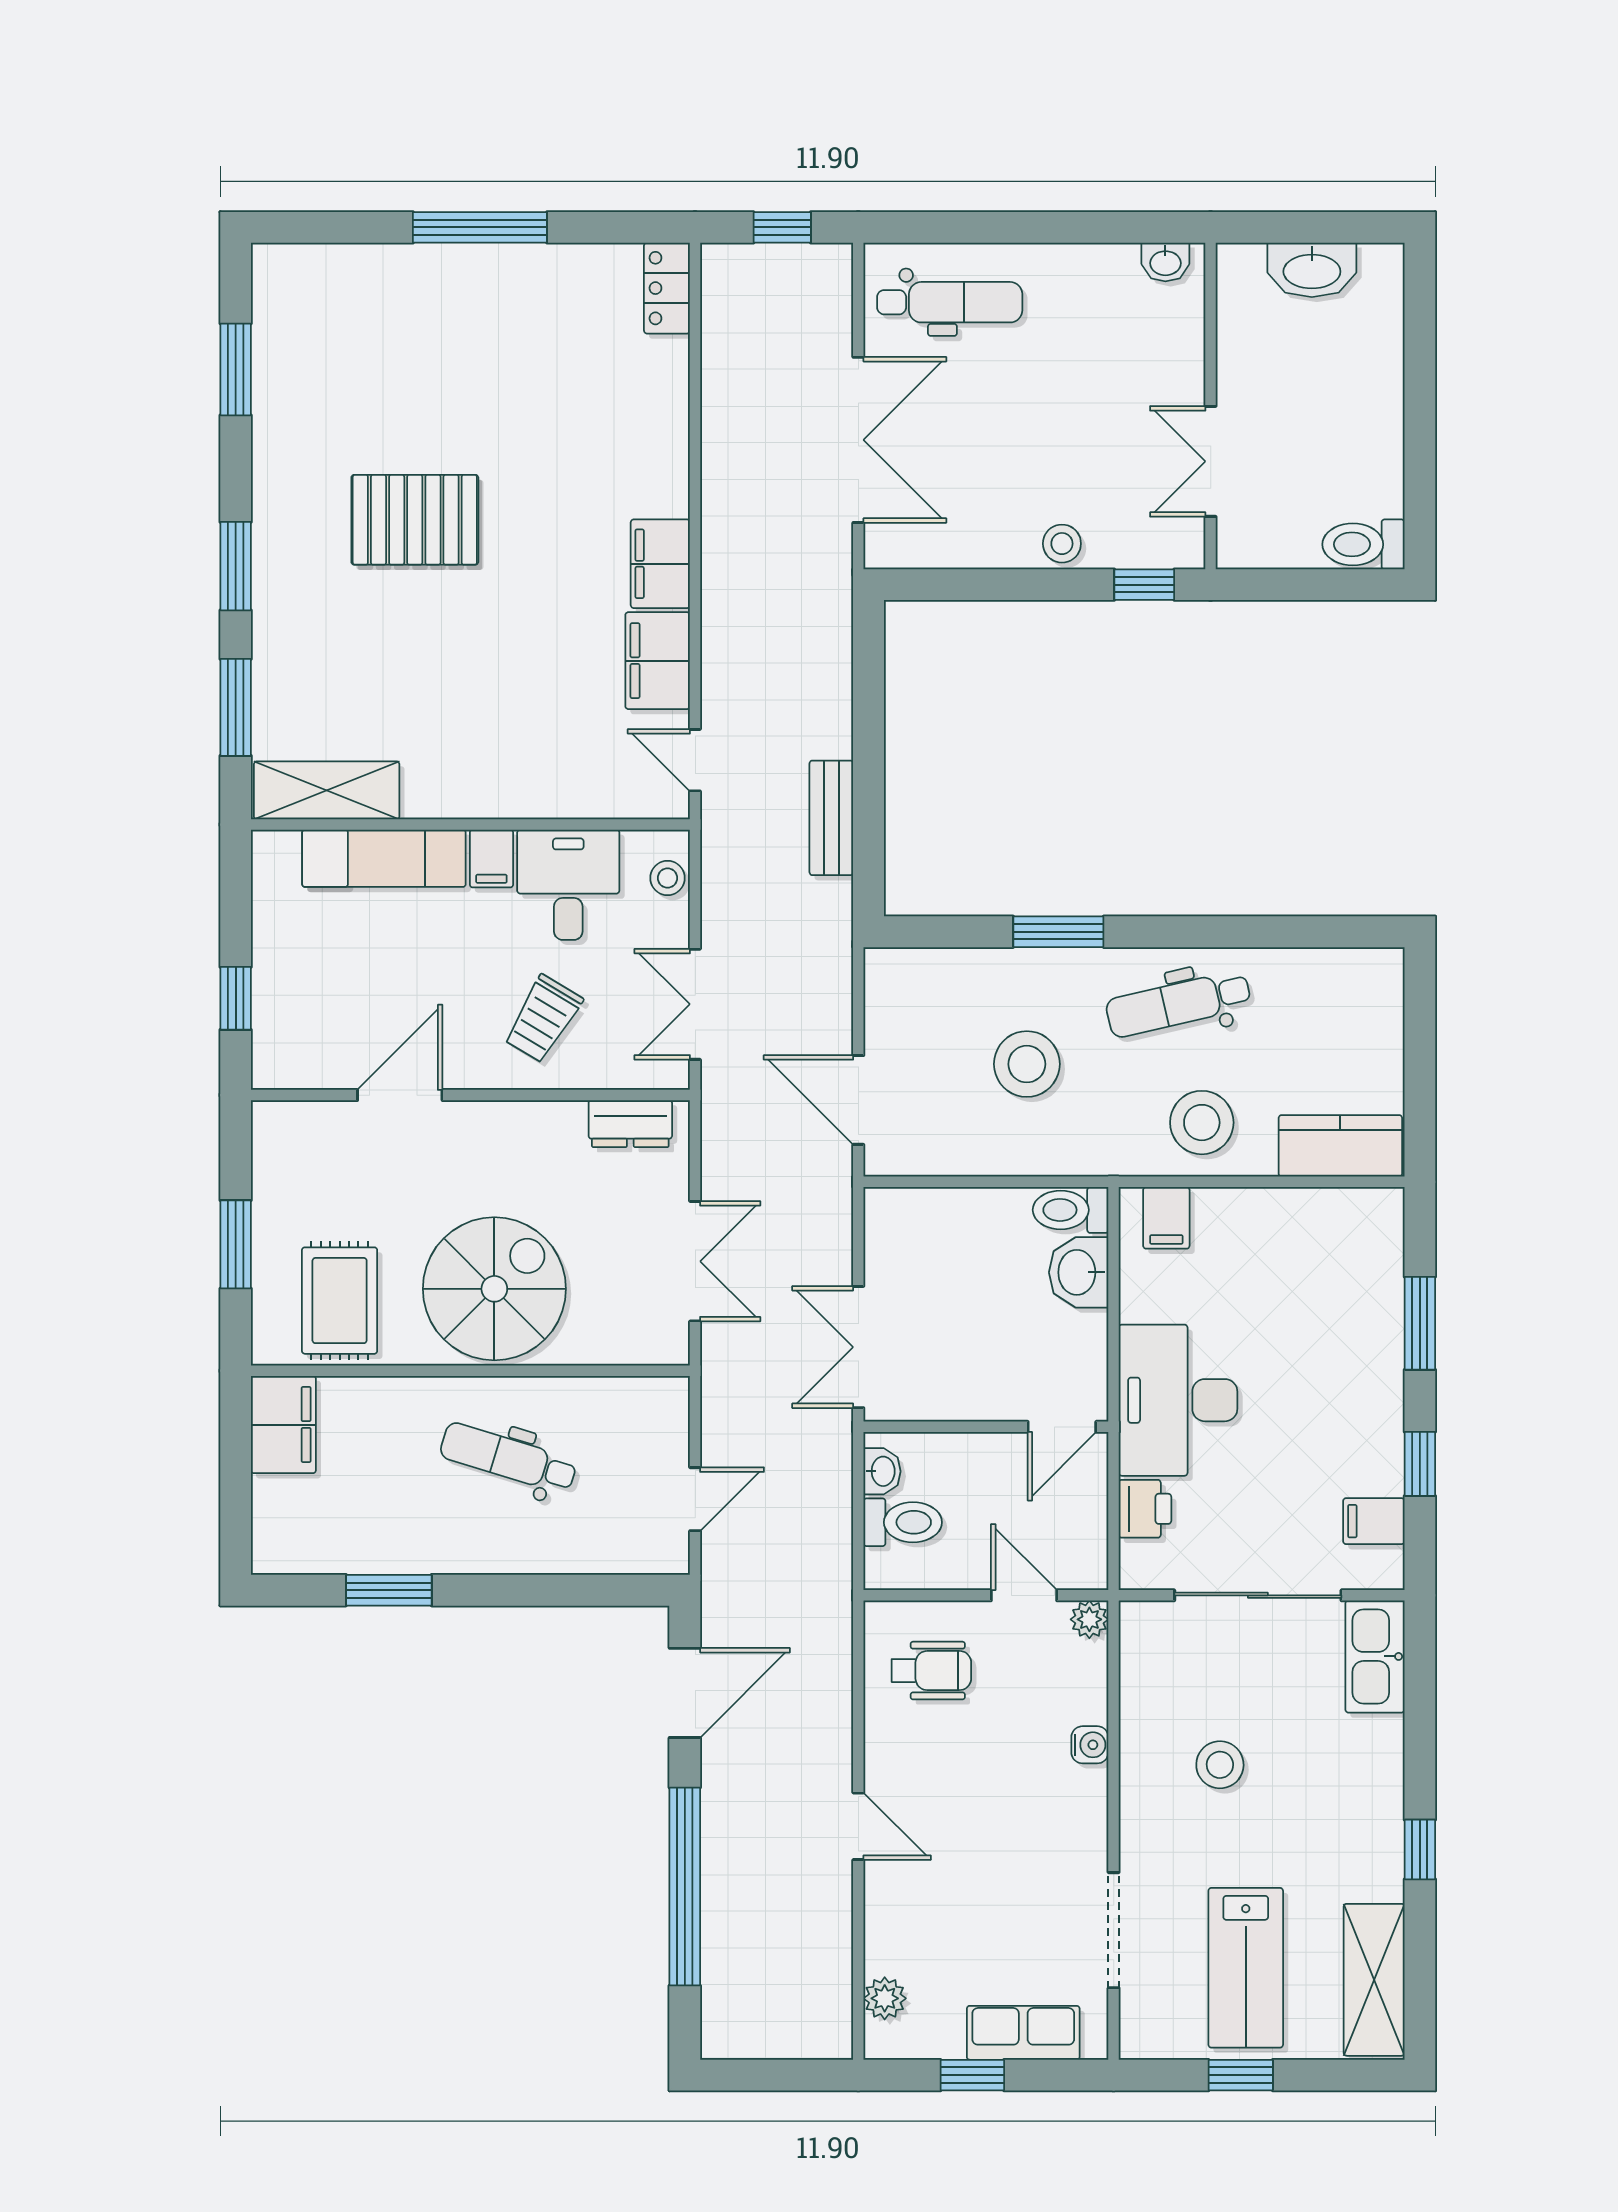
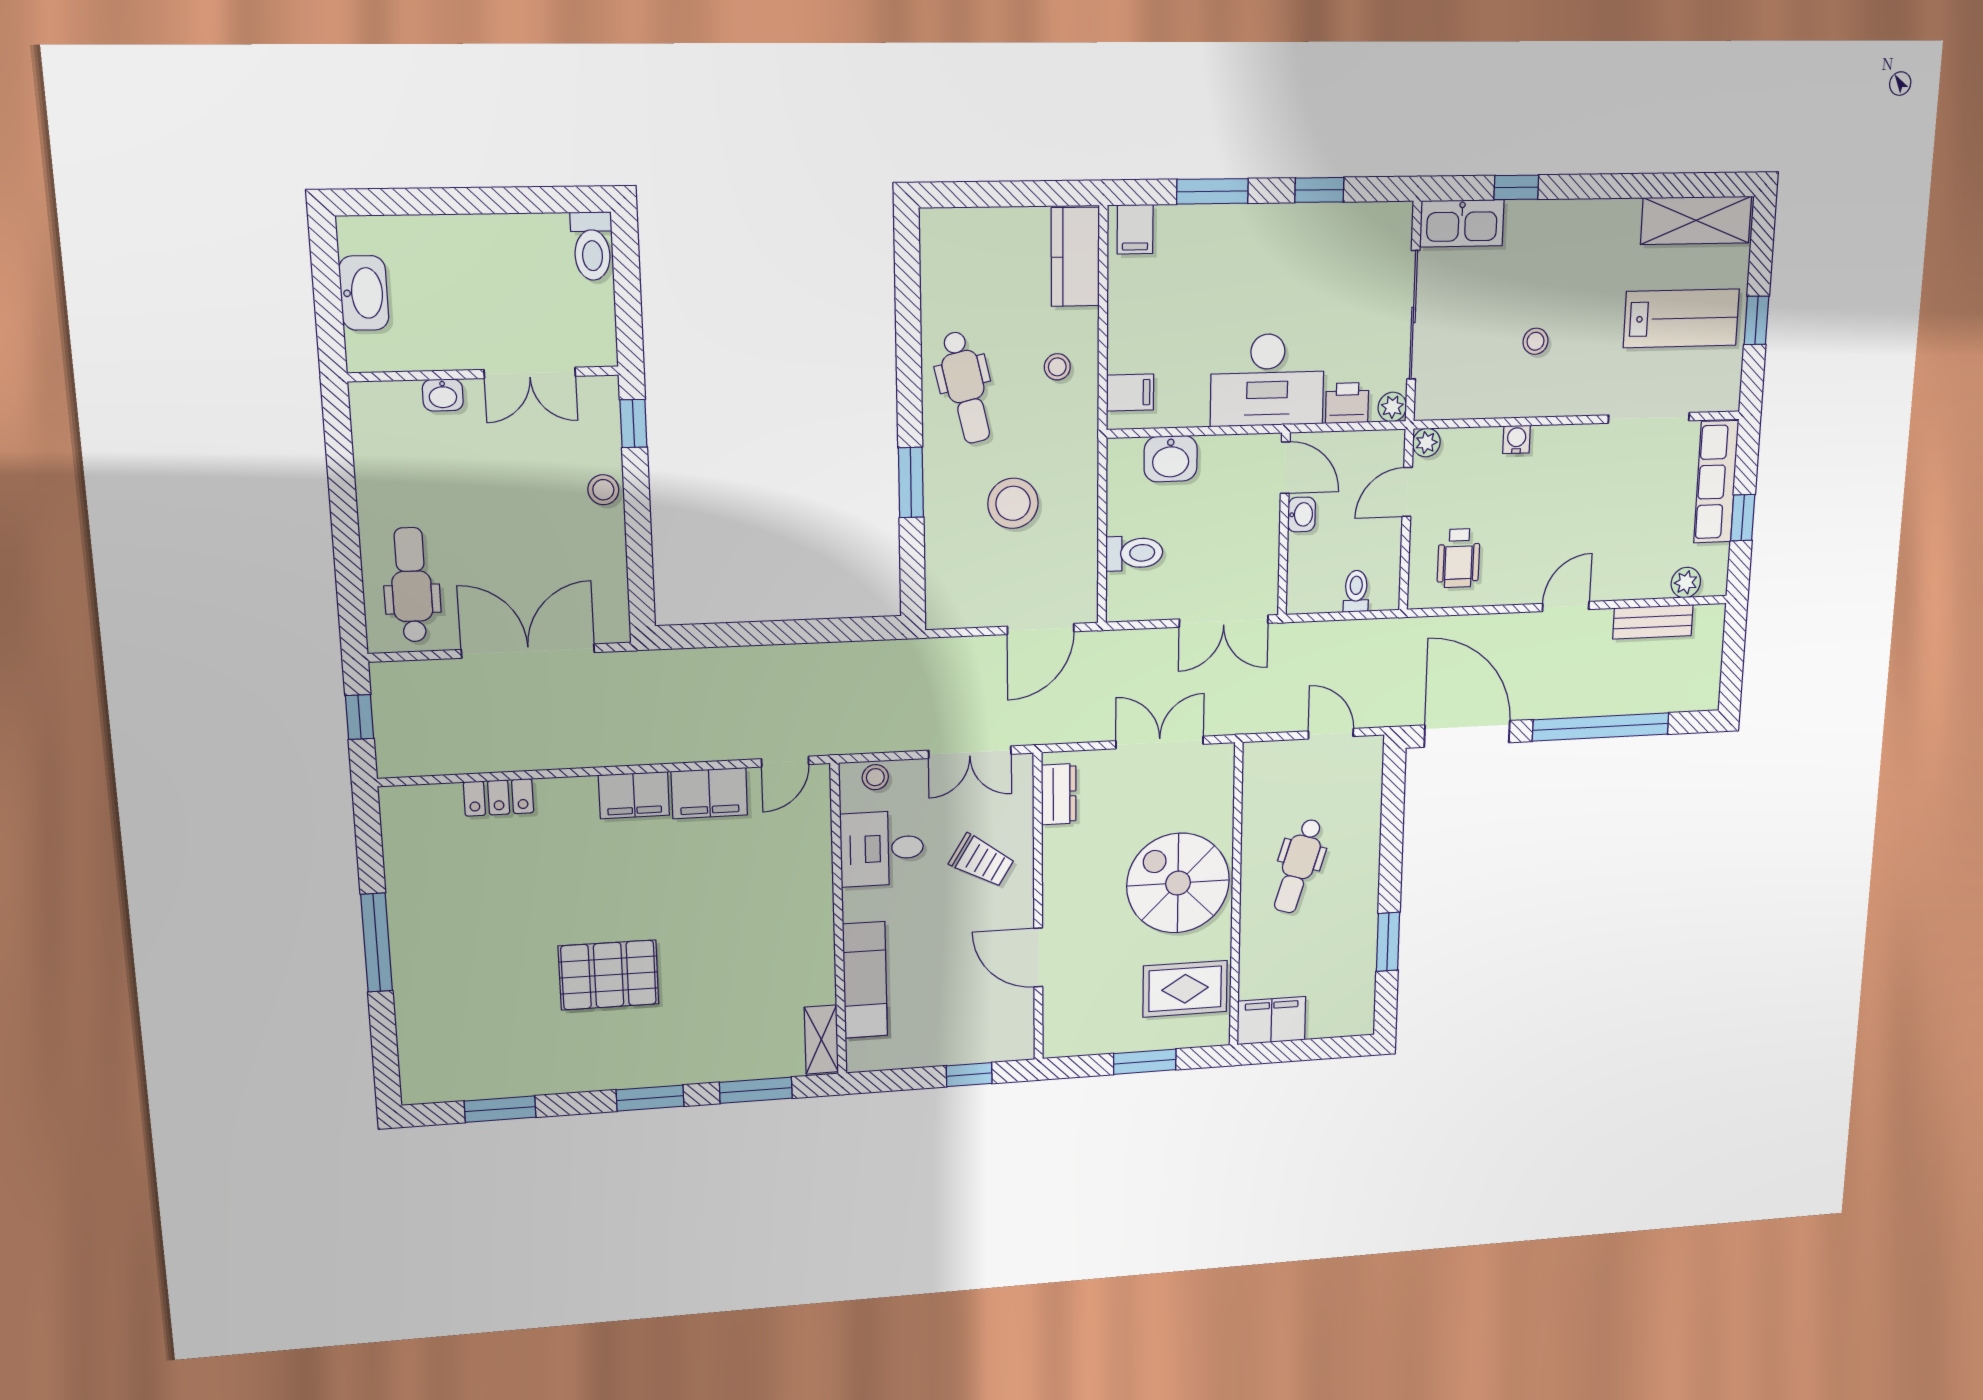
washbasin: (1165, 262) -> (443, 395), moved, turned 90
locker: (667, 288) -> (499, 797), moved
pallet: (415, 520) -> (609, 975), turned 90
shelving: (327, 790) -> (821, 1040), width x0.67, depth x0.75
bench: (831, 818) -> (1653, 622), moved
filing cabinet: (491, 859) -> (863, 904), removed
stool: (1202, 1123) -> (1057, 367), width x0.53, depth x0.53
toilet: (1071, 1210) -> (1134, 553), moved, turned -90
washbasin: (882, 1471) -> (1302, 514), moved, turned 90
filing cabinet: (1374, 1521) -> (1135, 229), moved
toilet: (903, 1522) -> (1356, 591), width x0.73, depth x0.72
plant: (1138, 1571) -> (1392, 407), added
wheelchair: (931, 1671) -> (1459, 558), turned 180
door: (685, 1693) -> (1467, 734), width x1.36
stool: (1220, 1765) -> (1535, 341), width x0.73, depth x0.73
window: (1420, 1850) -> (1516, 187), moved
row of seats: (1023, 2033) -> (1716, 482), width x1.48

